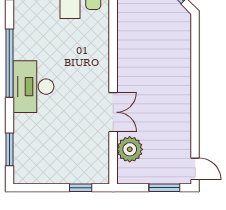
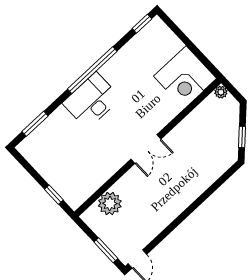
double door: (113, 112) -> (146, 149), moved

